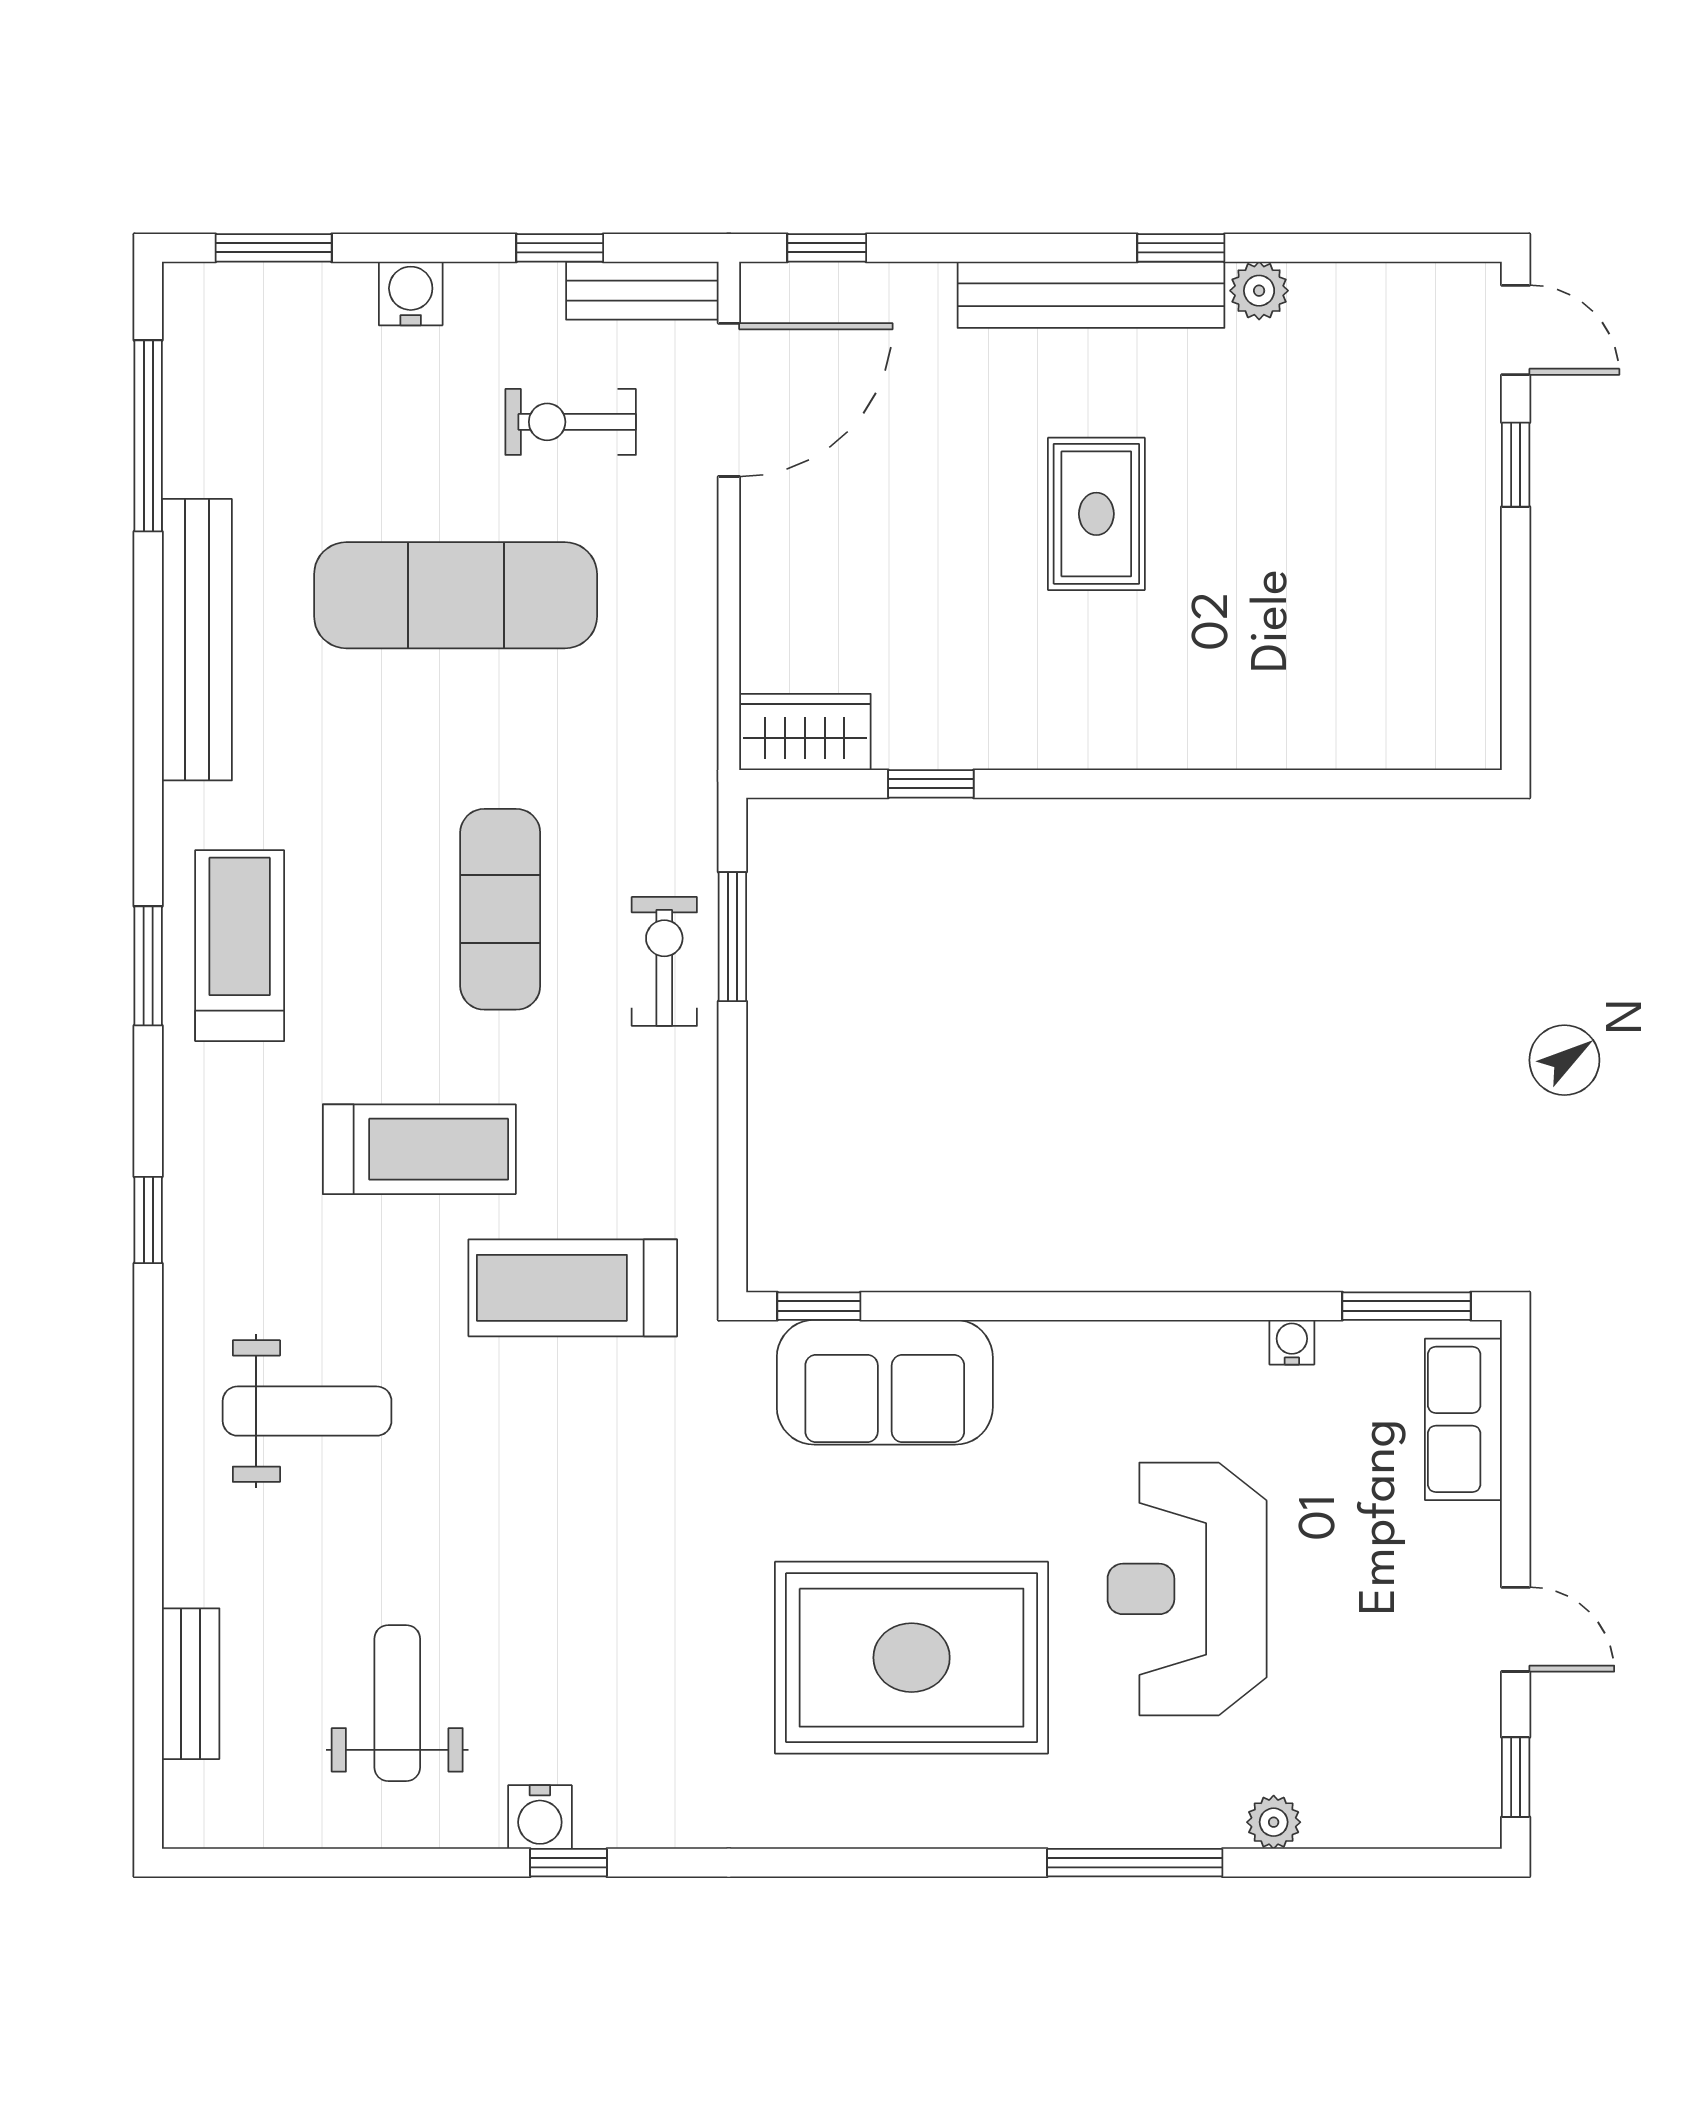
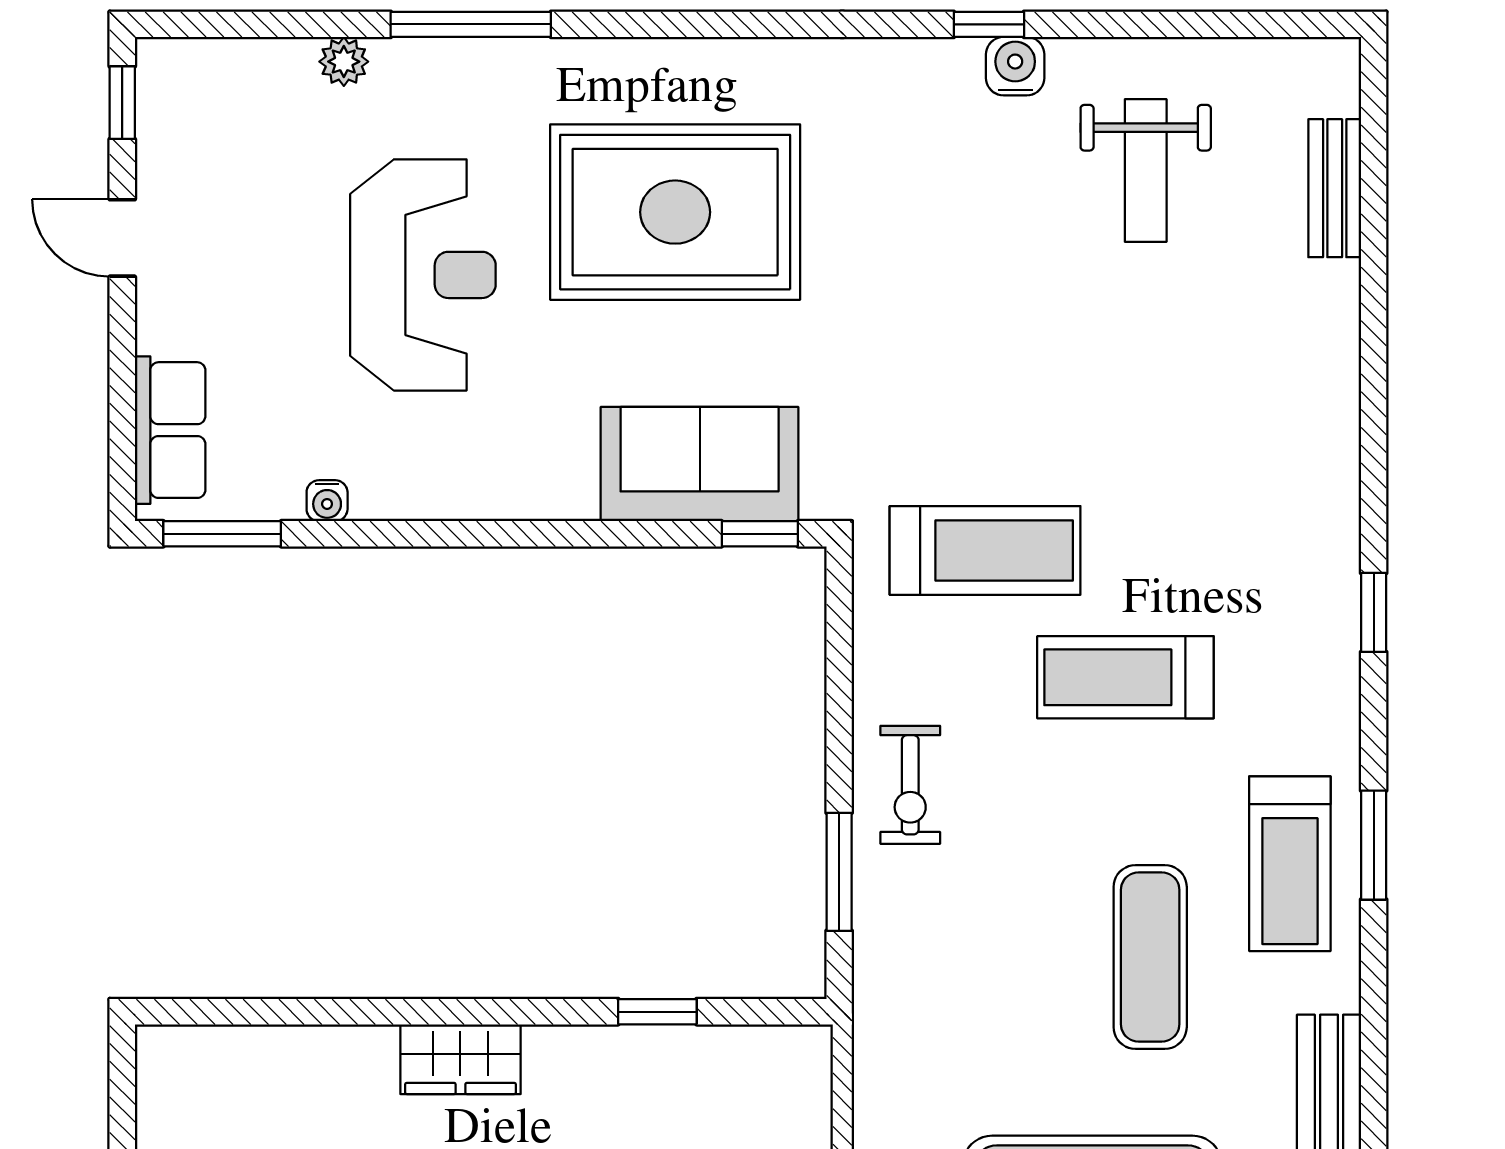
wardrobe: (805, 732) -> (460, 1059), moved
exercise mat: (500, 909) -> (1150, 957), moved
exercise bike: (664, 961) -> (910, 785), moved
weight bench: (307, 1411) -> (1228, 438), removed

